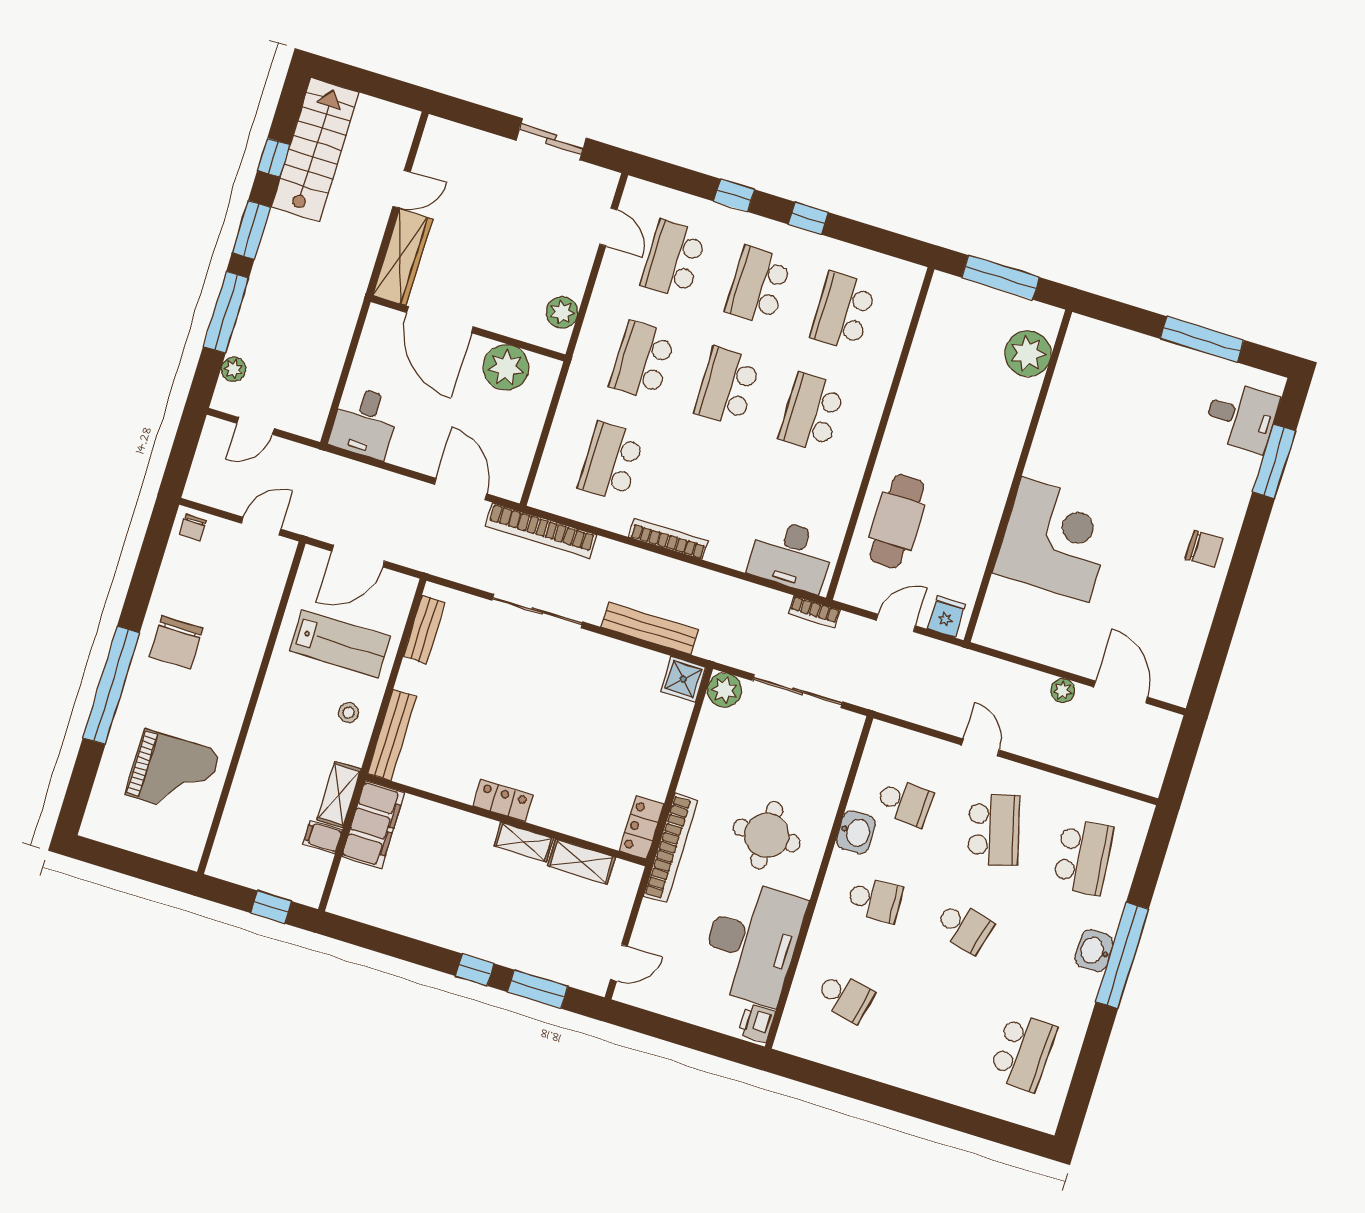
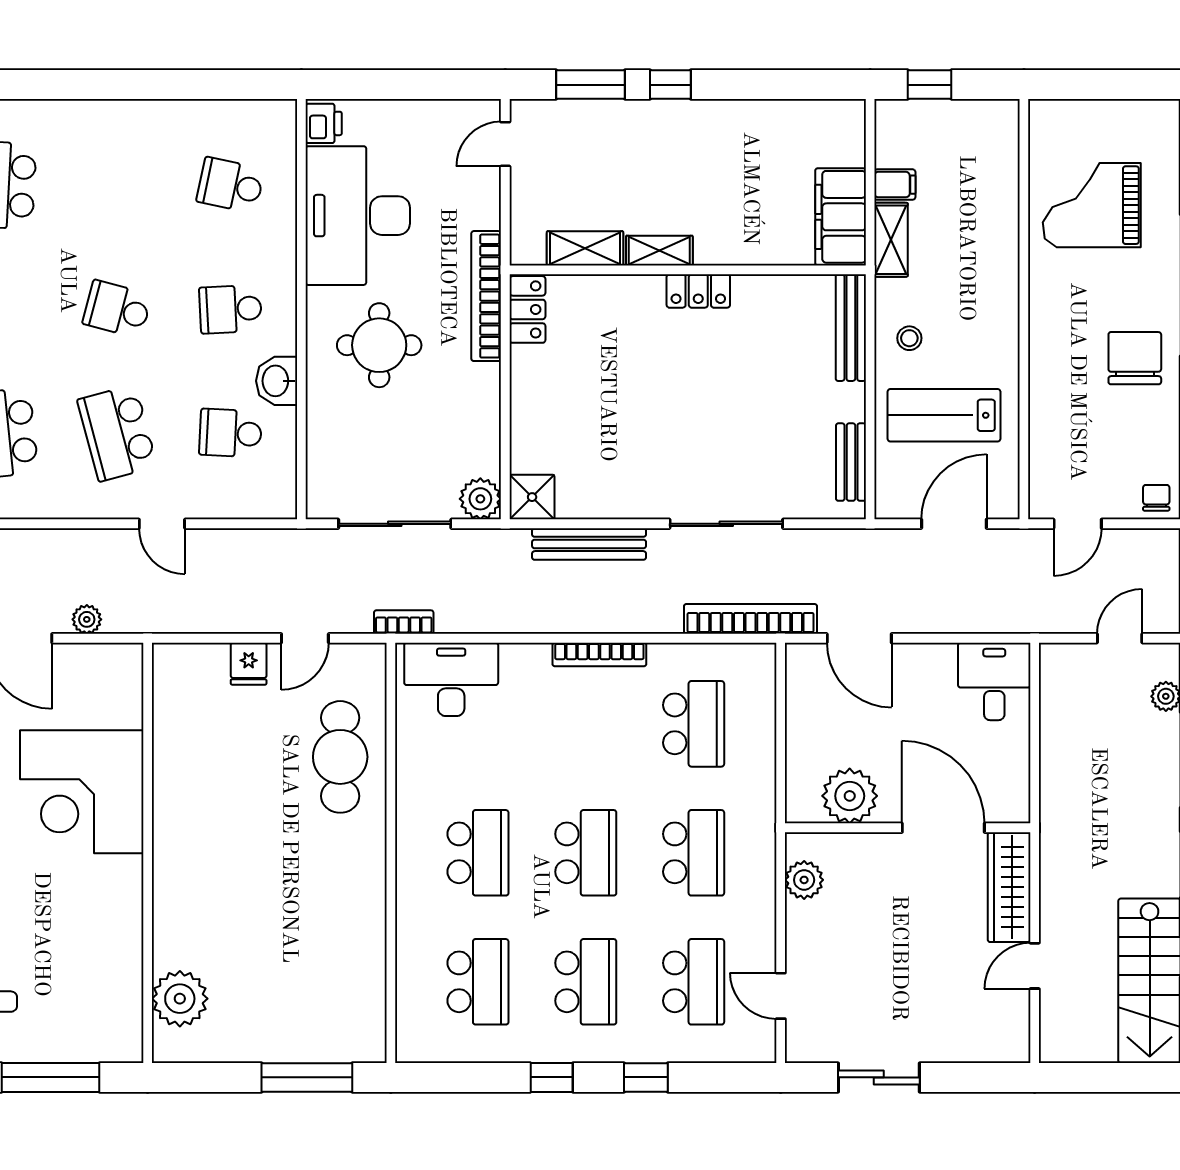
plant: (1028, 354) -> (180, 999), moved
wall: (1018, 476) -> (148, 853), moved
corner desk: (1055, 540) -> (82, 792), moved

